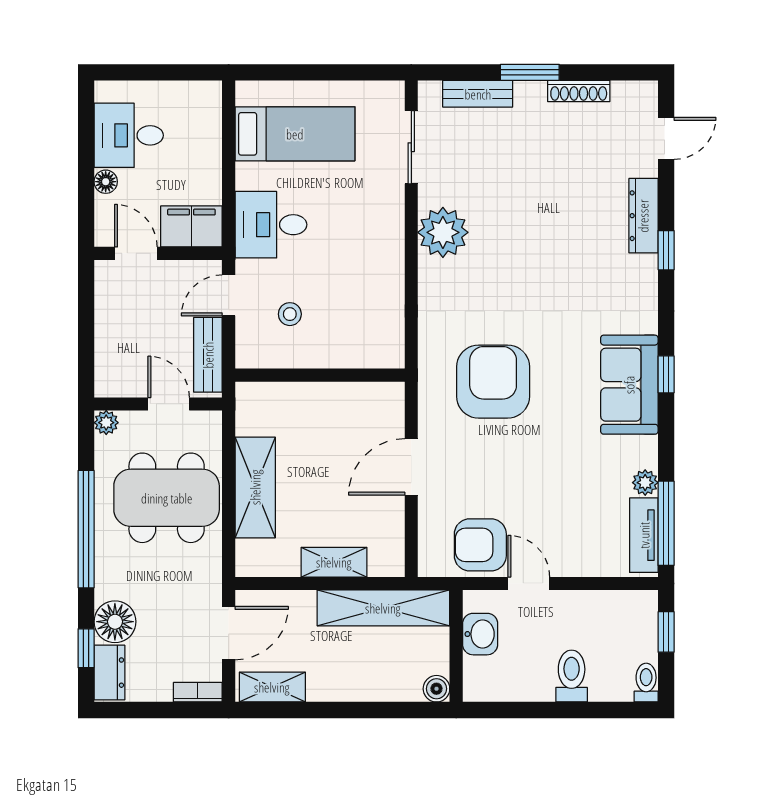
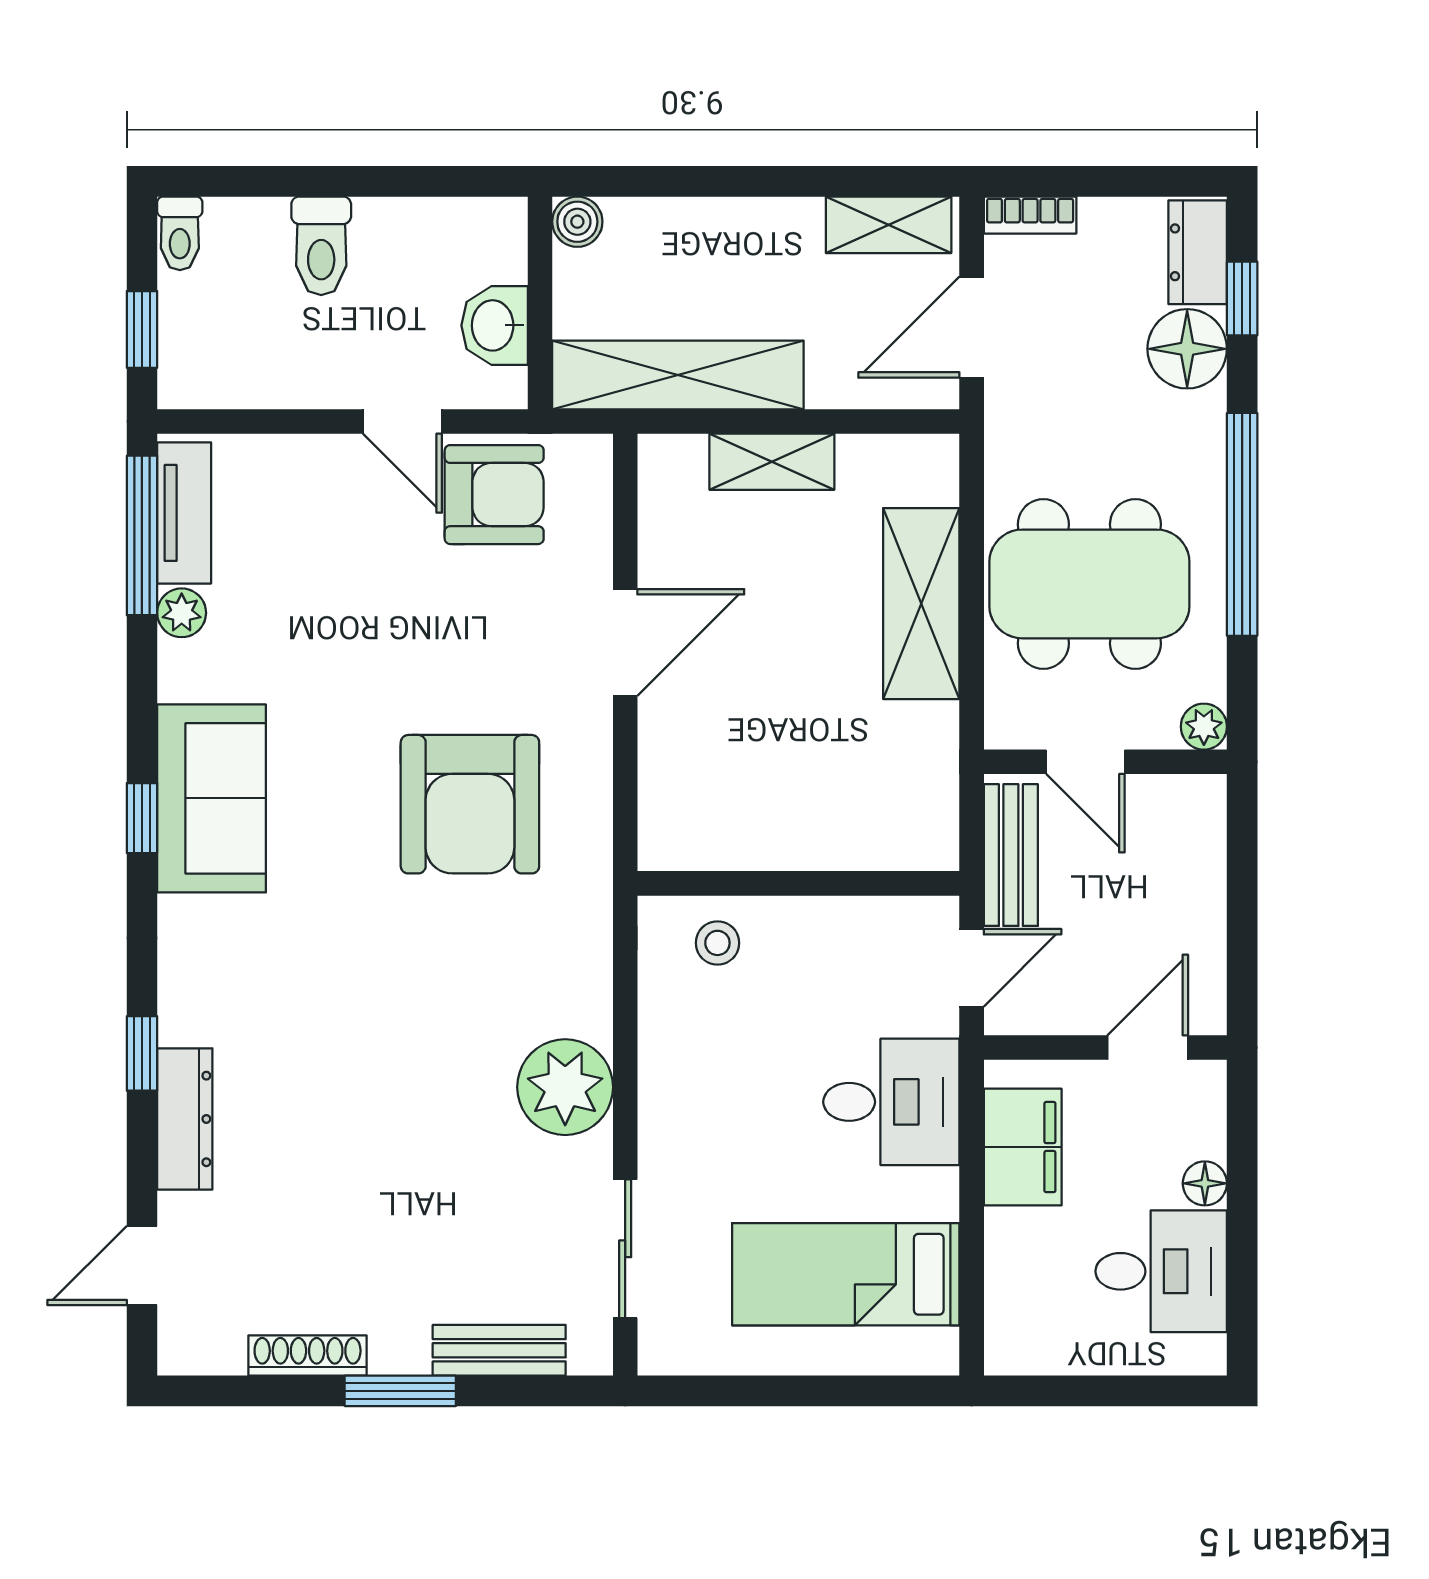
filing cabinet: (191, 226) -> (1023, 1147), moved, turned -90
door: (136, 253) -> (1148, 1047), swing flipped
stool: (290, 314) -> (717, 943), moved
wall: (320, 375) -> (798, 883), moved

